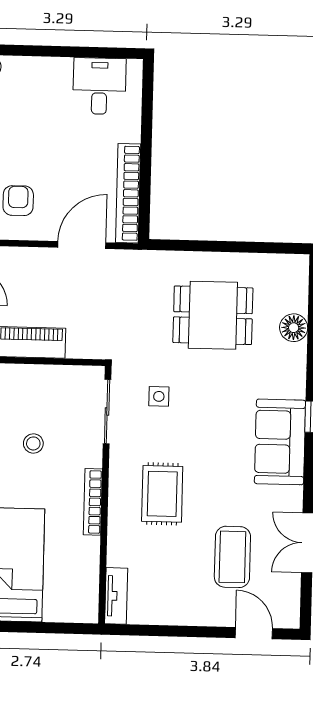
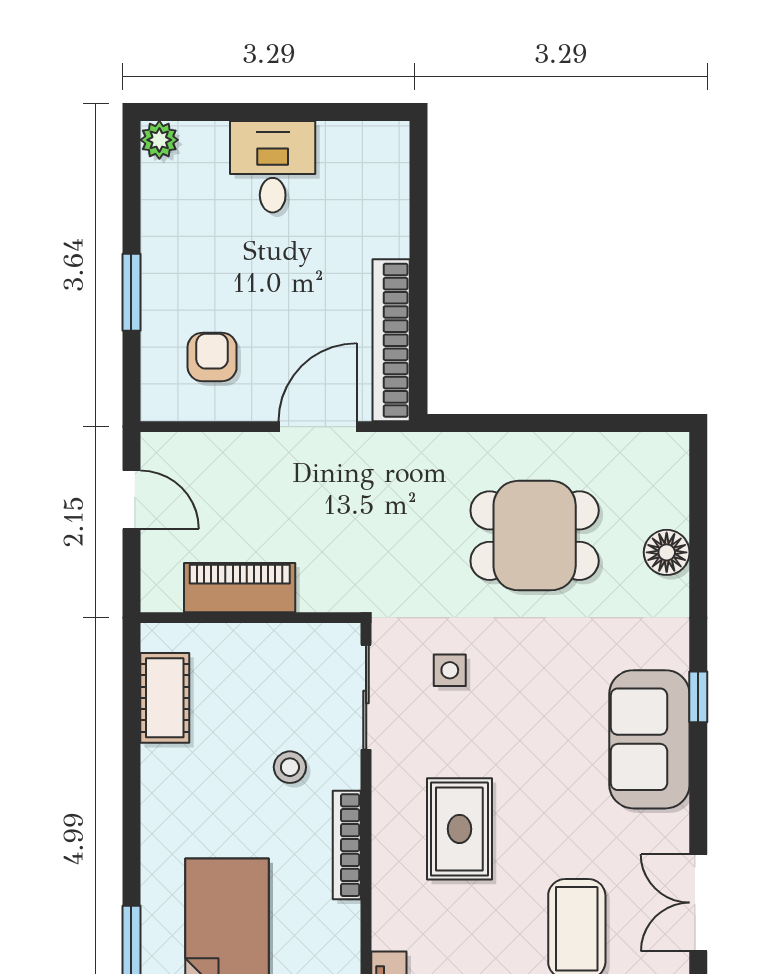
desk: (99, 86) -> (273, 167), moved
stool: (33, 443) -> (290, 767), moved

